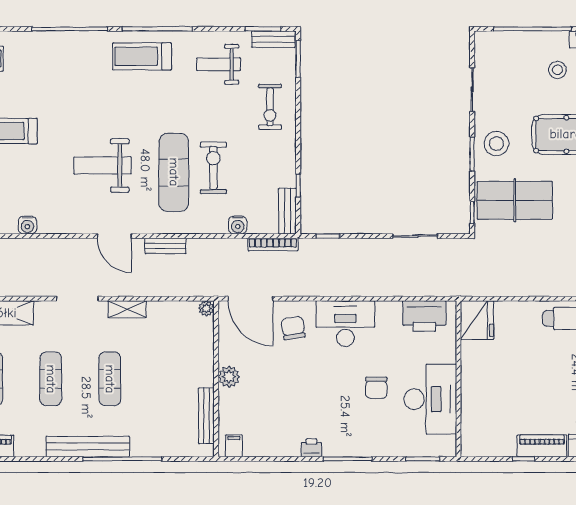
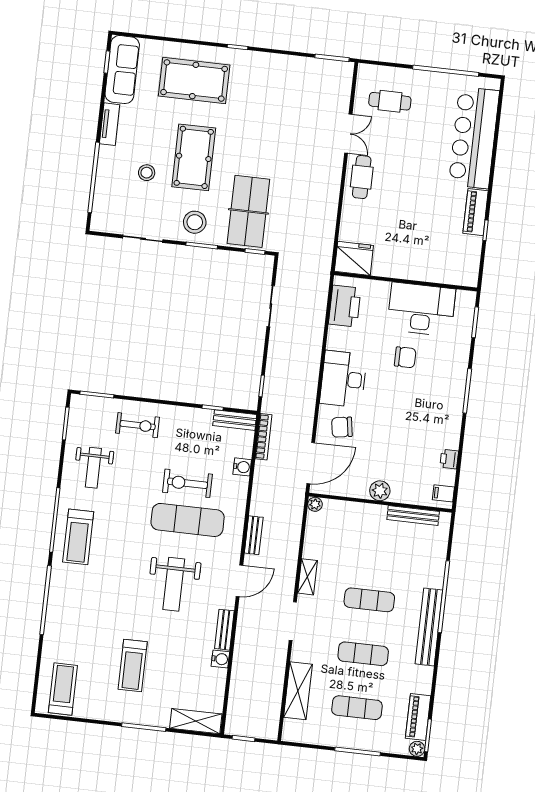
bench: (273, 39) -> (224, 630), moved
stool: (557, 70) -> (147, 173), moved
printer: (311, 448) -> (449, 459), moved

